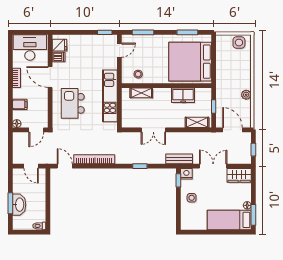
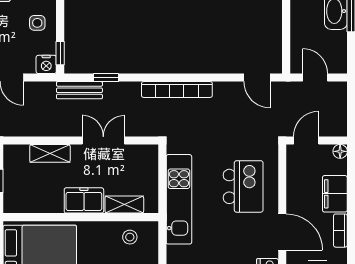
freezer: (183, 95) -> (84, 200), moved
filing cabinet: (20, 104) -> (335, 194), width x2.00
shelving: (197, 122) -> (50, 153), moved
bookcase: (94, 159) -> (177, 90), moved
bench: (179, 159) -> (79, 90), moved
window: (140, 166) -> (106, 78), moved

